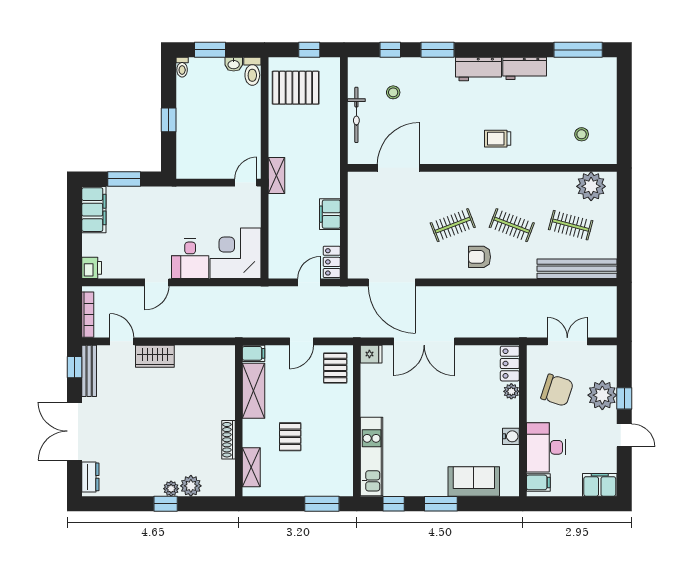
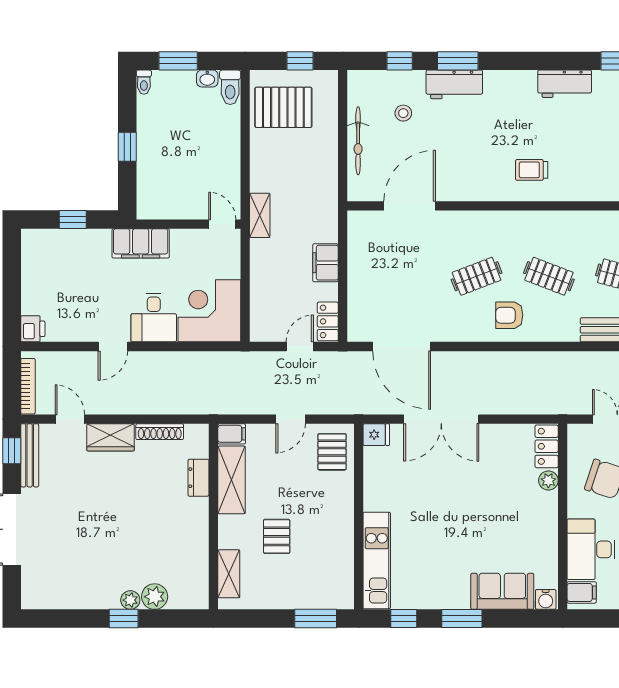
workbench: (478, 69) -> (454, 84), moved
window: (124, 179) -> (73, 220), width x0.67
door: (246, 183) -> (222, 224), hinge flipped
filing cabinet: (94, 210) -> (141, 243), moved, turned 90
water cooler: (511, 436) -> (546, 599), moved, turned 90
shoe rack: (228, 440) -> (160, 432), moved, turned -90
dresser: (90, 477) -> (198, 478), moved, turned 180

